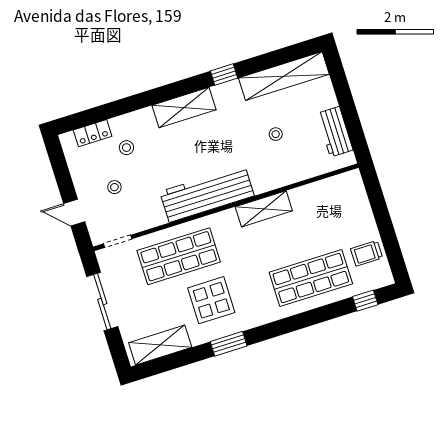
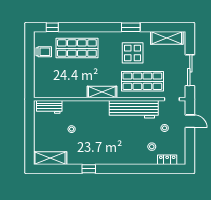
shelving: (284, 76) -> (50, 158), width x0.68
shelving: (184, 108) -> (115, 158), removed
workbench: (335, 132) -> (49, 107), moved, turned 90
workbench: (207, 194) -> (134, 109), moved
shelving: (264, 209) -> (102, 92), moved

